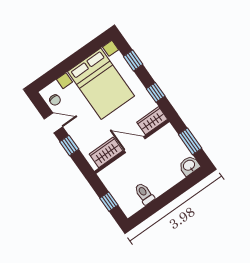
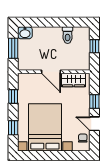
wardrobe: (152, 121) -> (29, 79), removed

